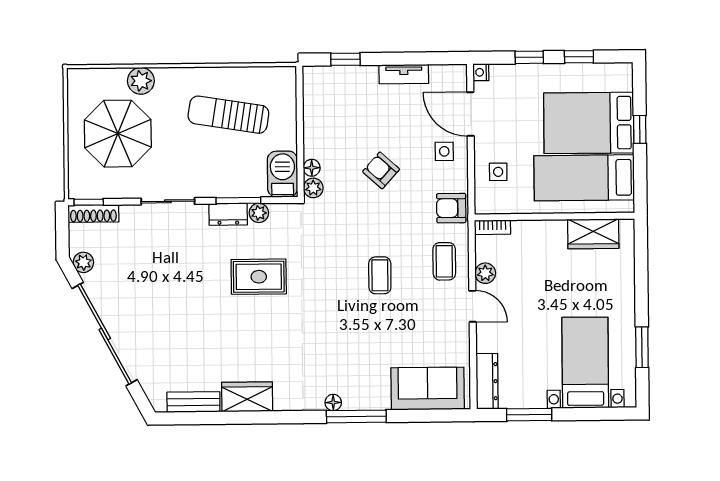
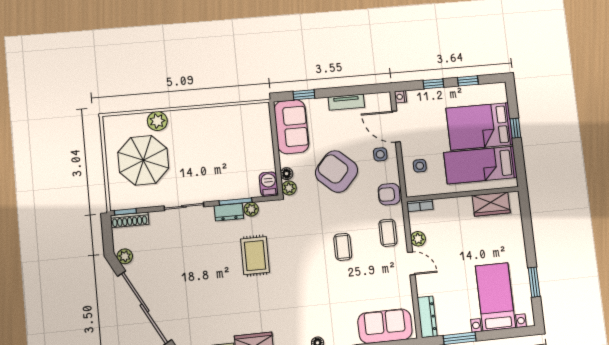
sofa: (324, 103) -> (291, 127), added
sun lounger: (228, 115) -> (223, 140), removed
armchair: (381, 170) -> (337, 172), width x1.88, depth x1.88
barbecue: (282, 174) -> (269, 184), width x0.73, depth x0.79
rug: (259, 277) -> (255, 256), turned 90

